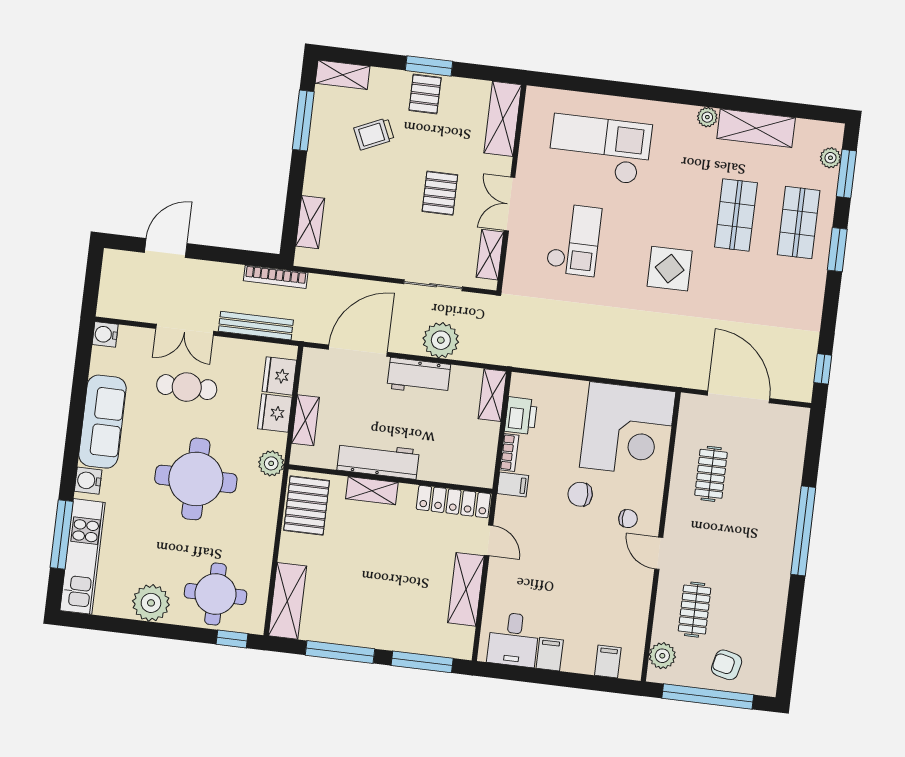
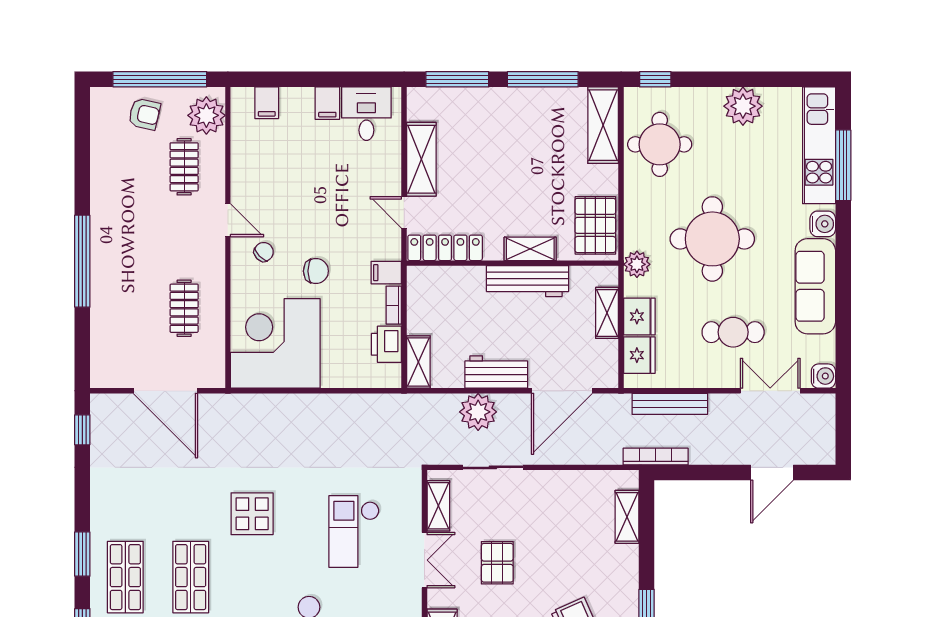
double door: (185, 330) -> (770, 391), moved
chair: (628, 519) -> (264, 252), turned 136
round table: (216, 594) -> (660, 144), moved
plant: (662, 656) -> (206, 115), width x1.36, depth x1.36

